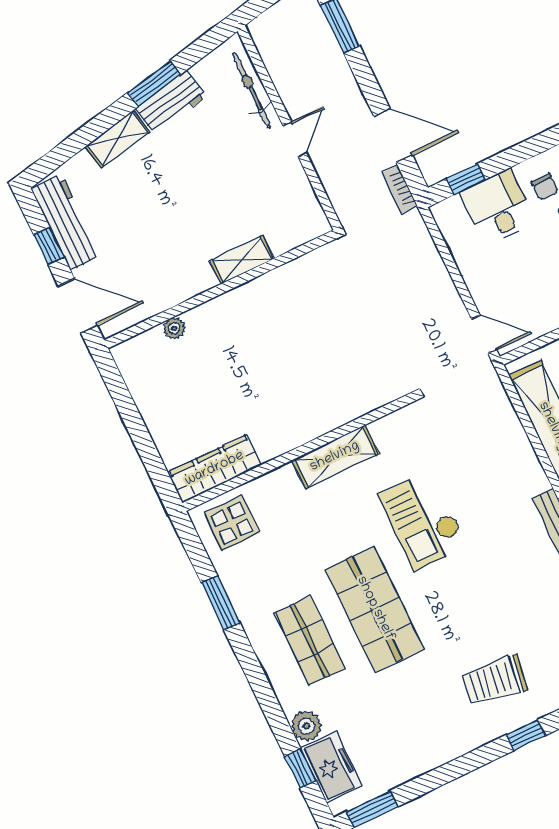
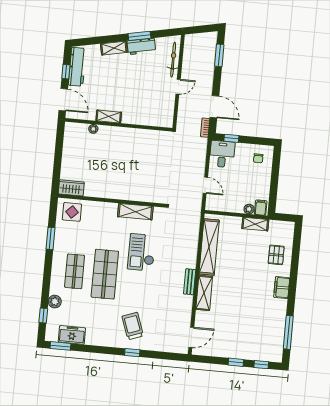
desk: (498, 207) -> (222, 154), moved
shelving: (242, 260) -> (109, 117), moved
door: (484, 335) -> (205, 185), moved
shelving: (335, 457) -> (135, 212), moved
wardrobe: (215, 469) -> (71, 188), width x0.67
trolley: (494, 681) -> (133, 326), turned 62
freezer: (331, 767) -> (72, 335), moved, turned -90

